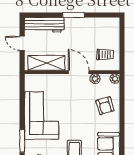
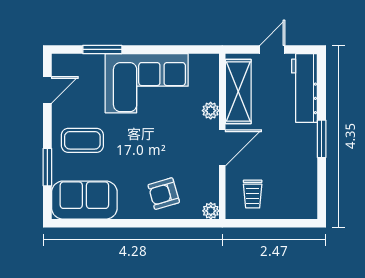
plant: (95, 79) -> (211, 111), moved

